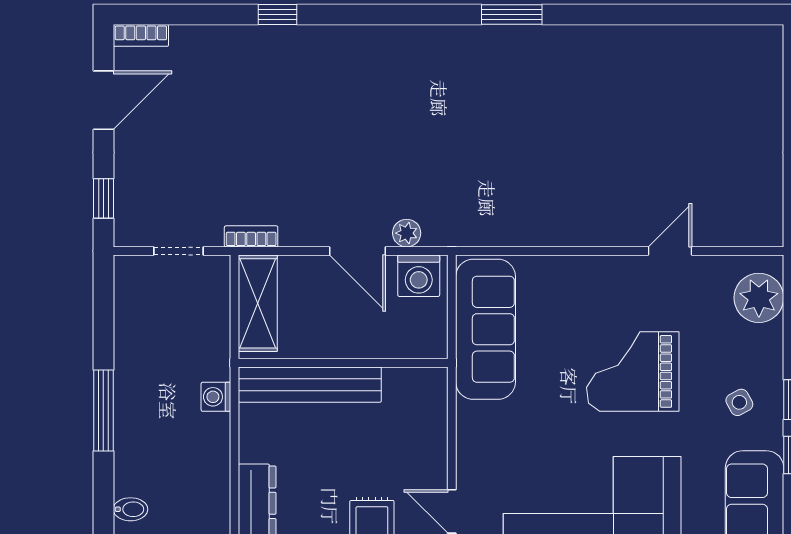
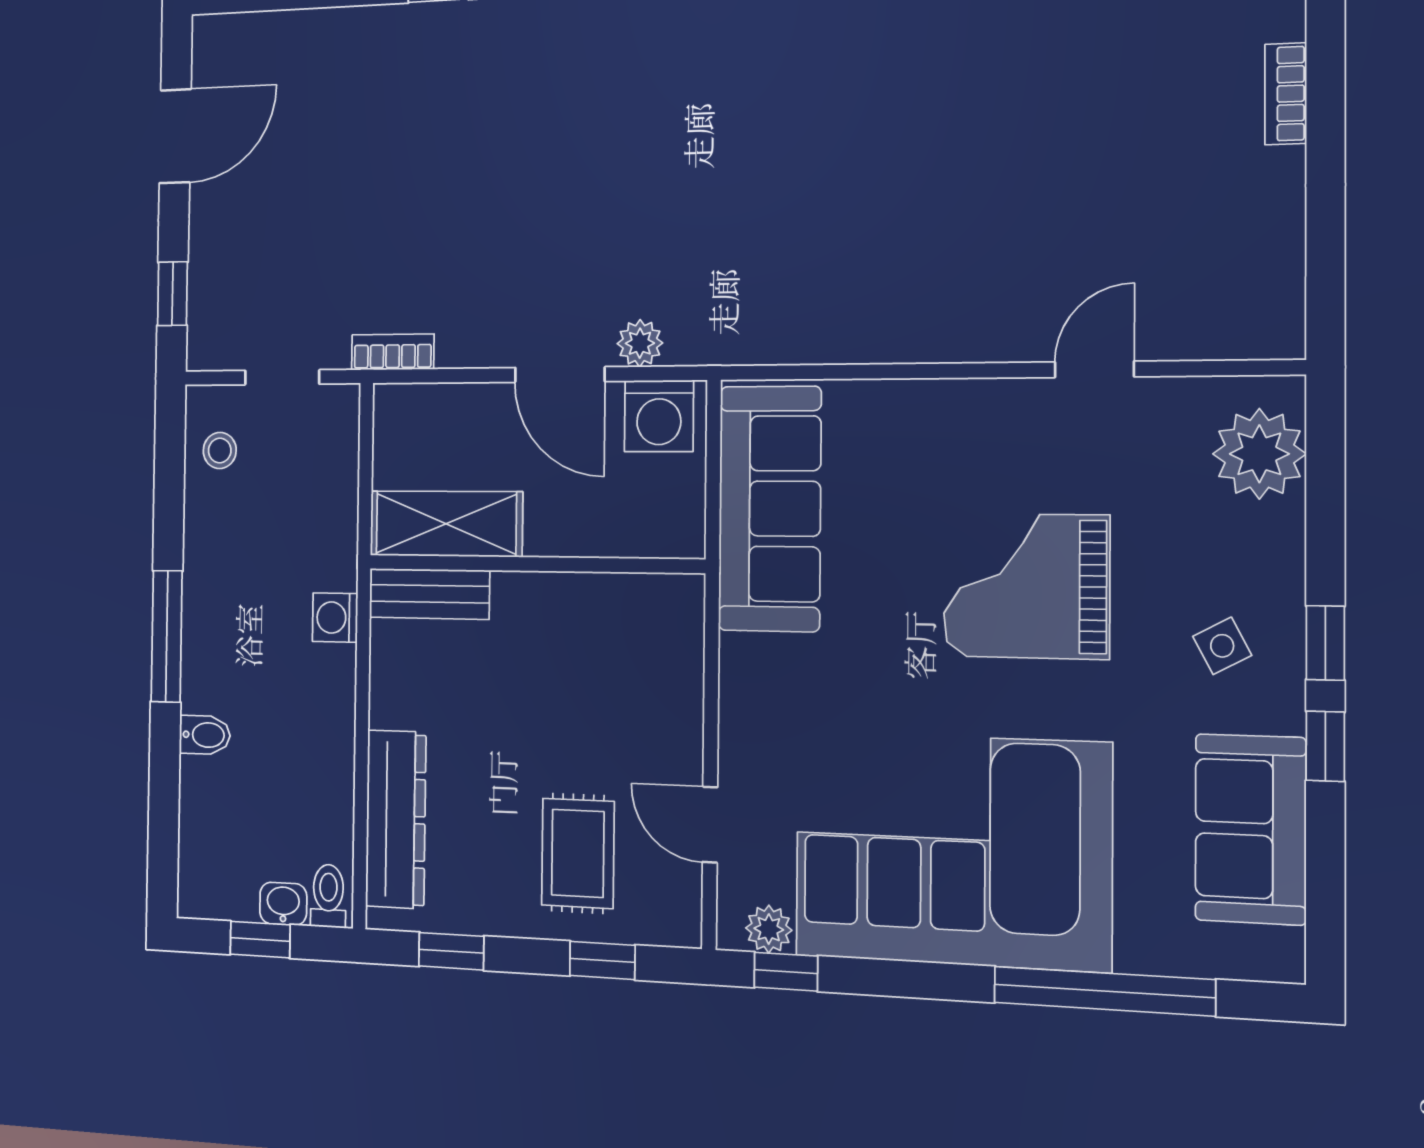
bookcase: (141, 35) -> (1286, 94), moved, turned 90
stool: (137, 296) -> (220, 451), added
shelving: (258, 303) -> (446, 524), moved, turned 90
bench: (310, 385) -> (429, 594), width x0.54, depth x0.82
bidet: (130, 509) -> (205, 735), moved

